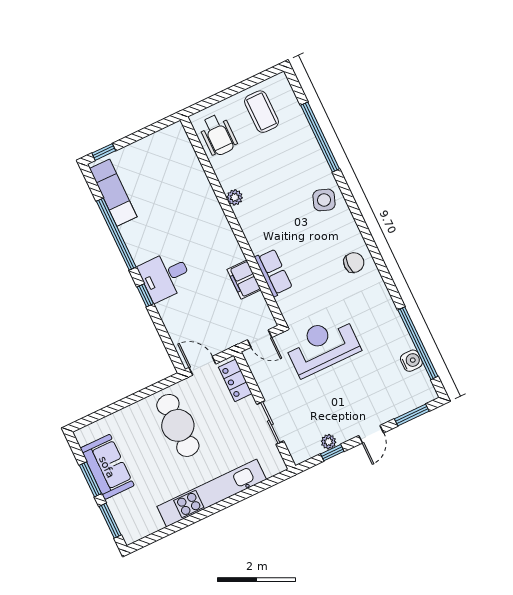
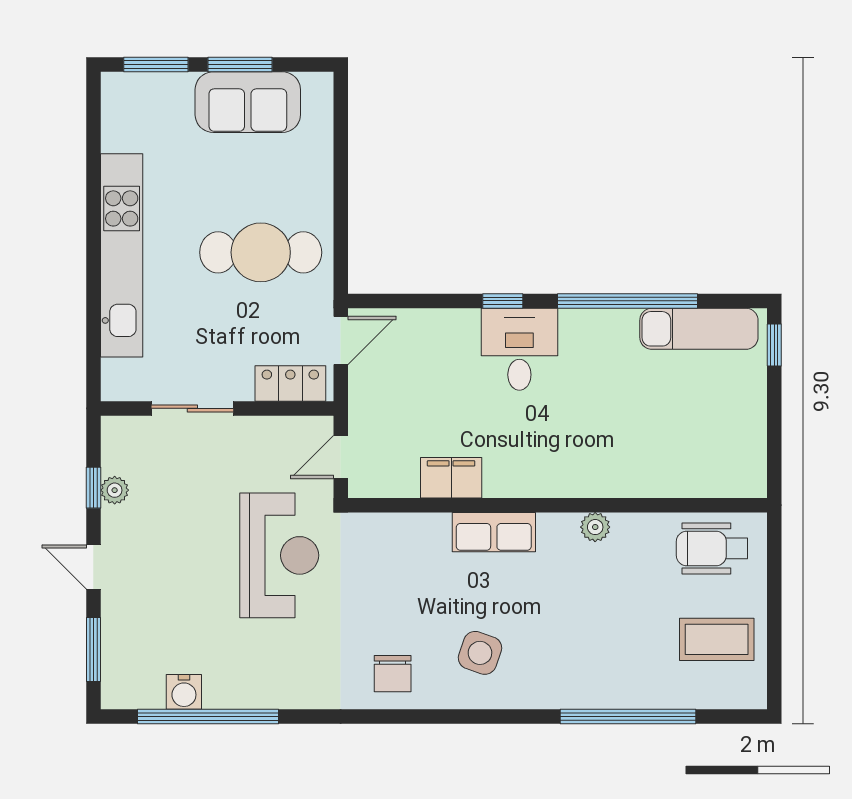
side table: (324, 200) -> (480, 653), moved
row of seats: (273, 273) -> (494, 532), moved

